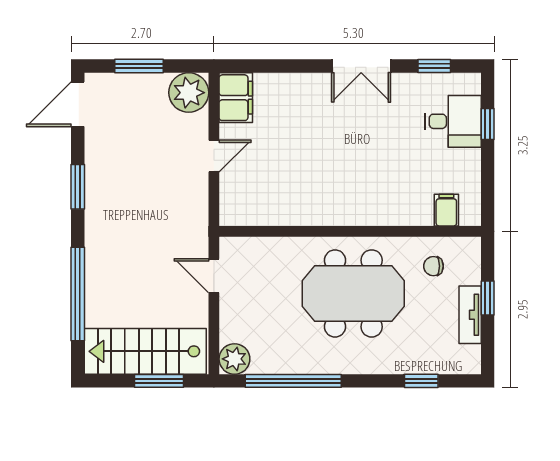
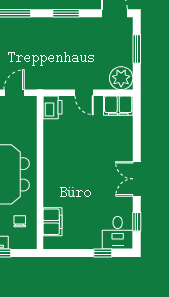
desk: (453, 121) -> (118, 233), moved
printer: (239, 210) -> (53, 107), added
filing cabinet: (446, 210) -> (52, 222), width x2.00

